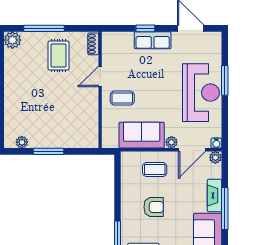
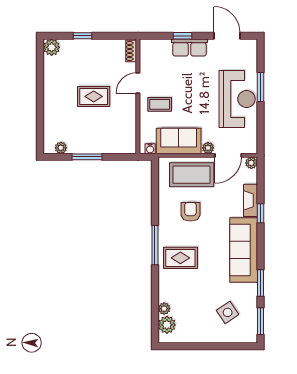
window: (44, 28) -> (83, 36), width x0.46
rug: (59, 56) -> (94, 96), moved, turned 90
water cooler: (216, 143) -> (150, 149), moved
coffee table: (155, 169) -> (192, 175), width x1.86, depth x1.72
armchair: (154, 207) -> (190, 212), turned -90
window: (225, 209) -> (260, 213), width x0.46

